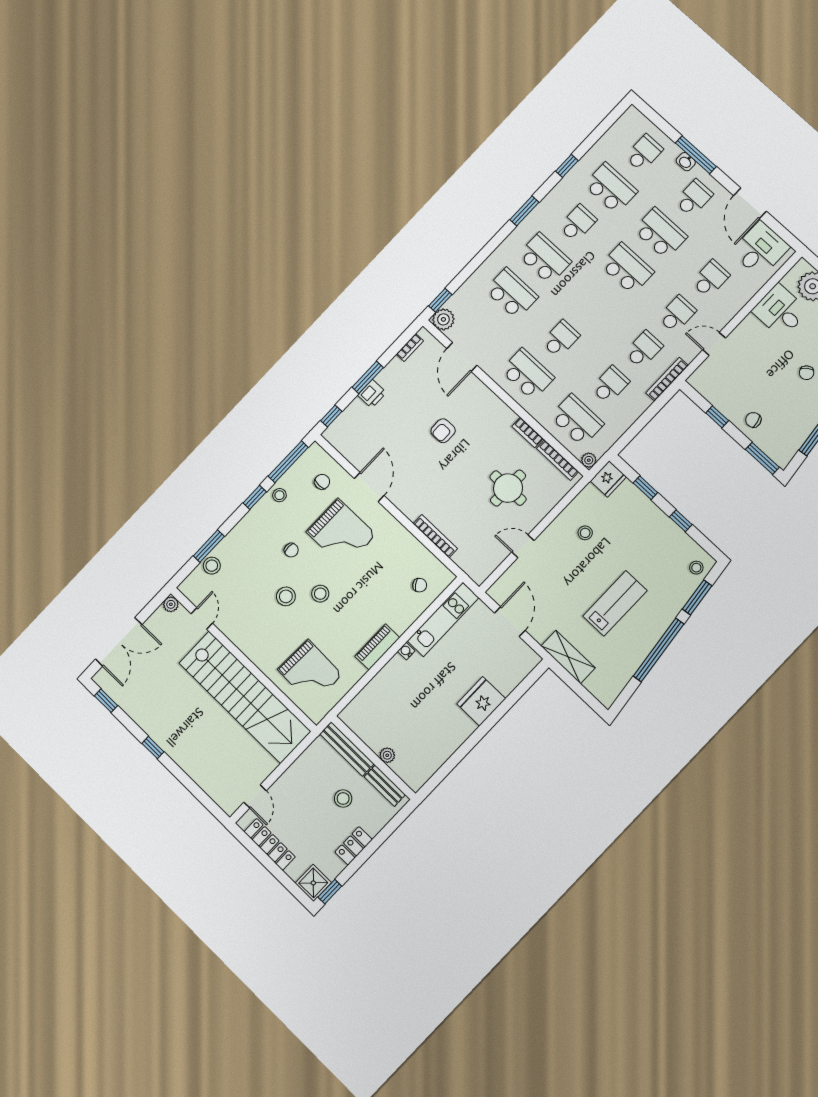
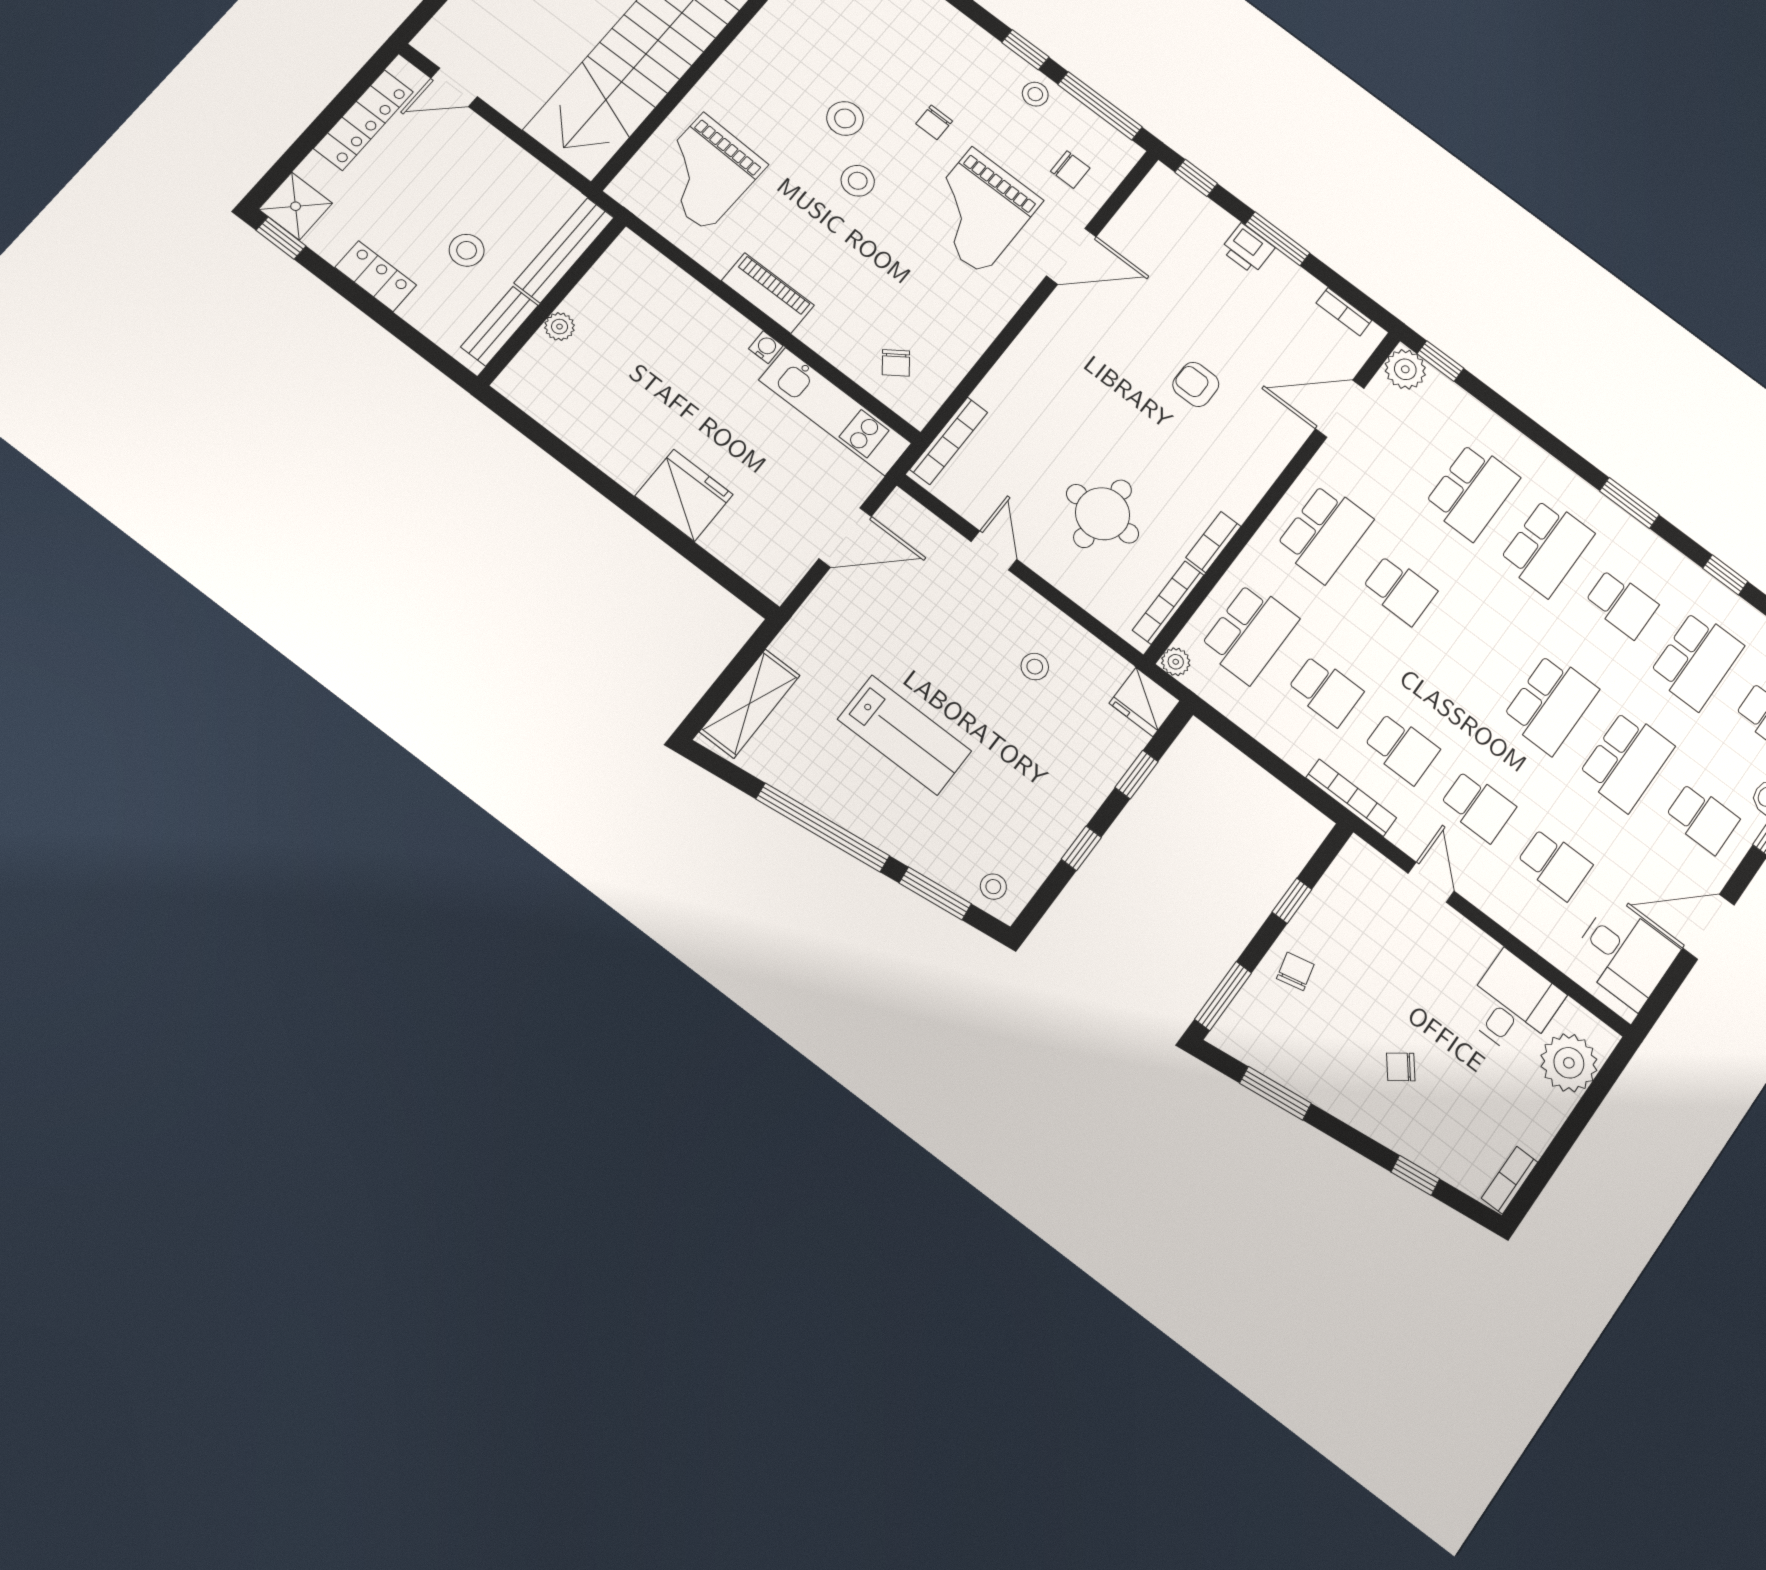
bookcase: (435, 536) -> (949, 441), moved
shelving: (568, 657) -> (750, 704), moved

